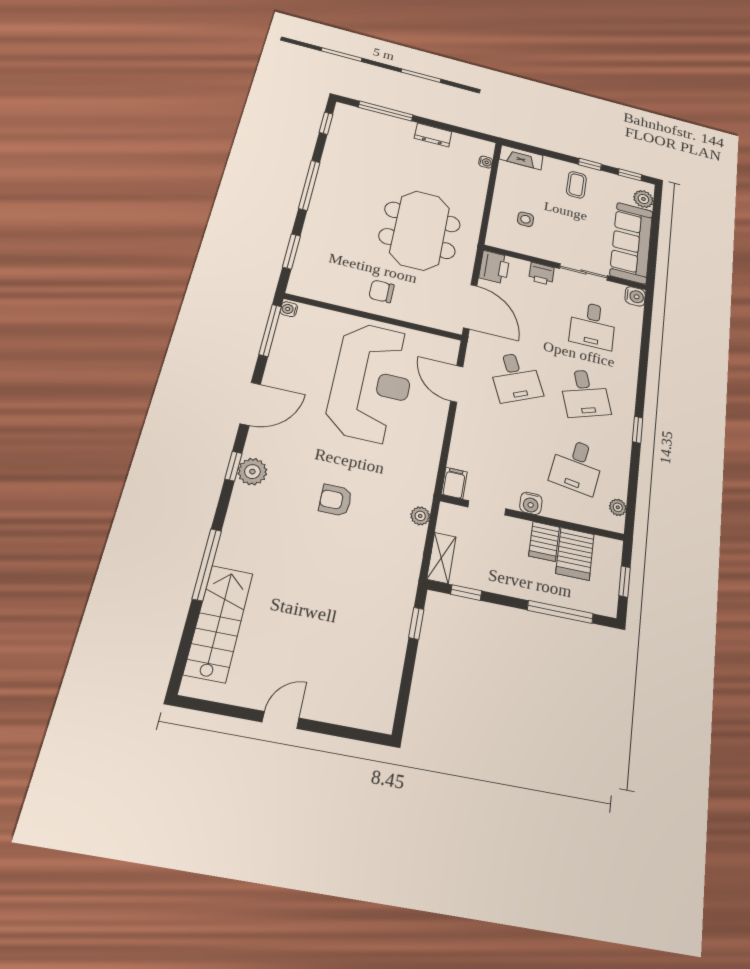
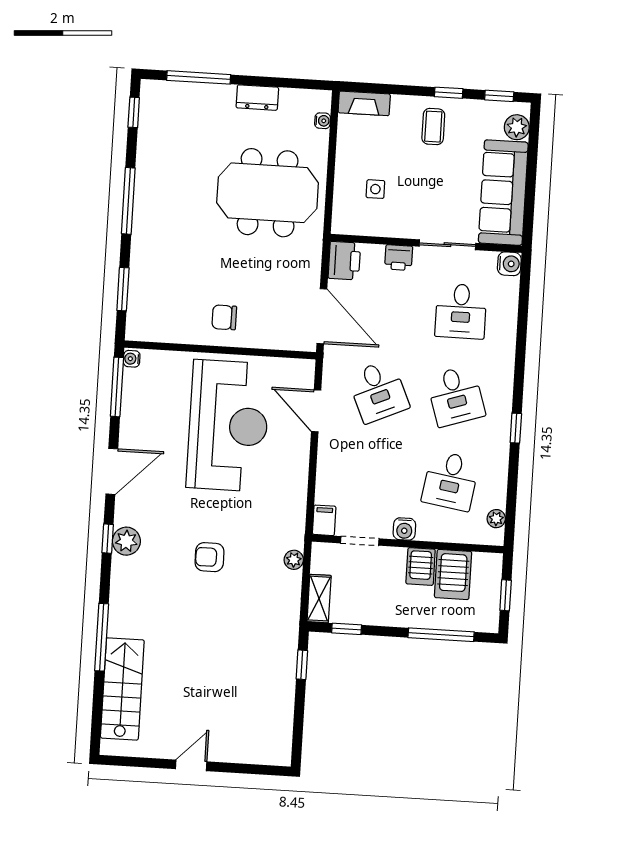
meeting table: (420, 230) -> (268, 193), moved, turned 90

